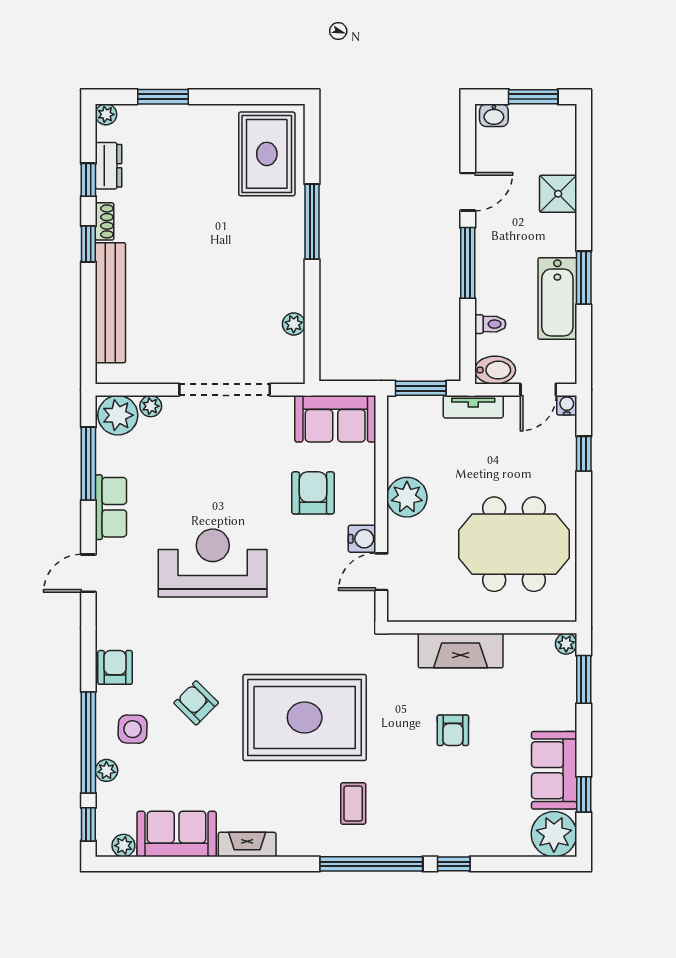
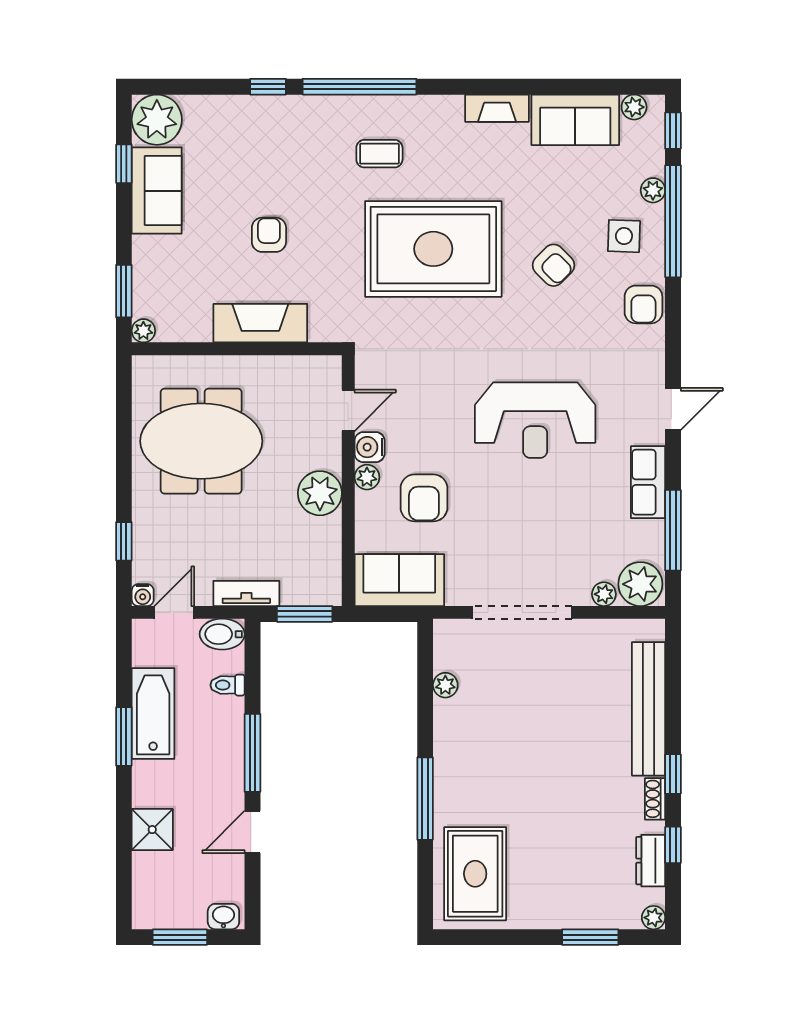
plant: (364, 512) -> (367, 477), added
coffee table: (353, 804) -> (379, 154), turned 90

